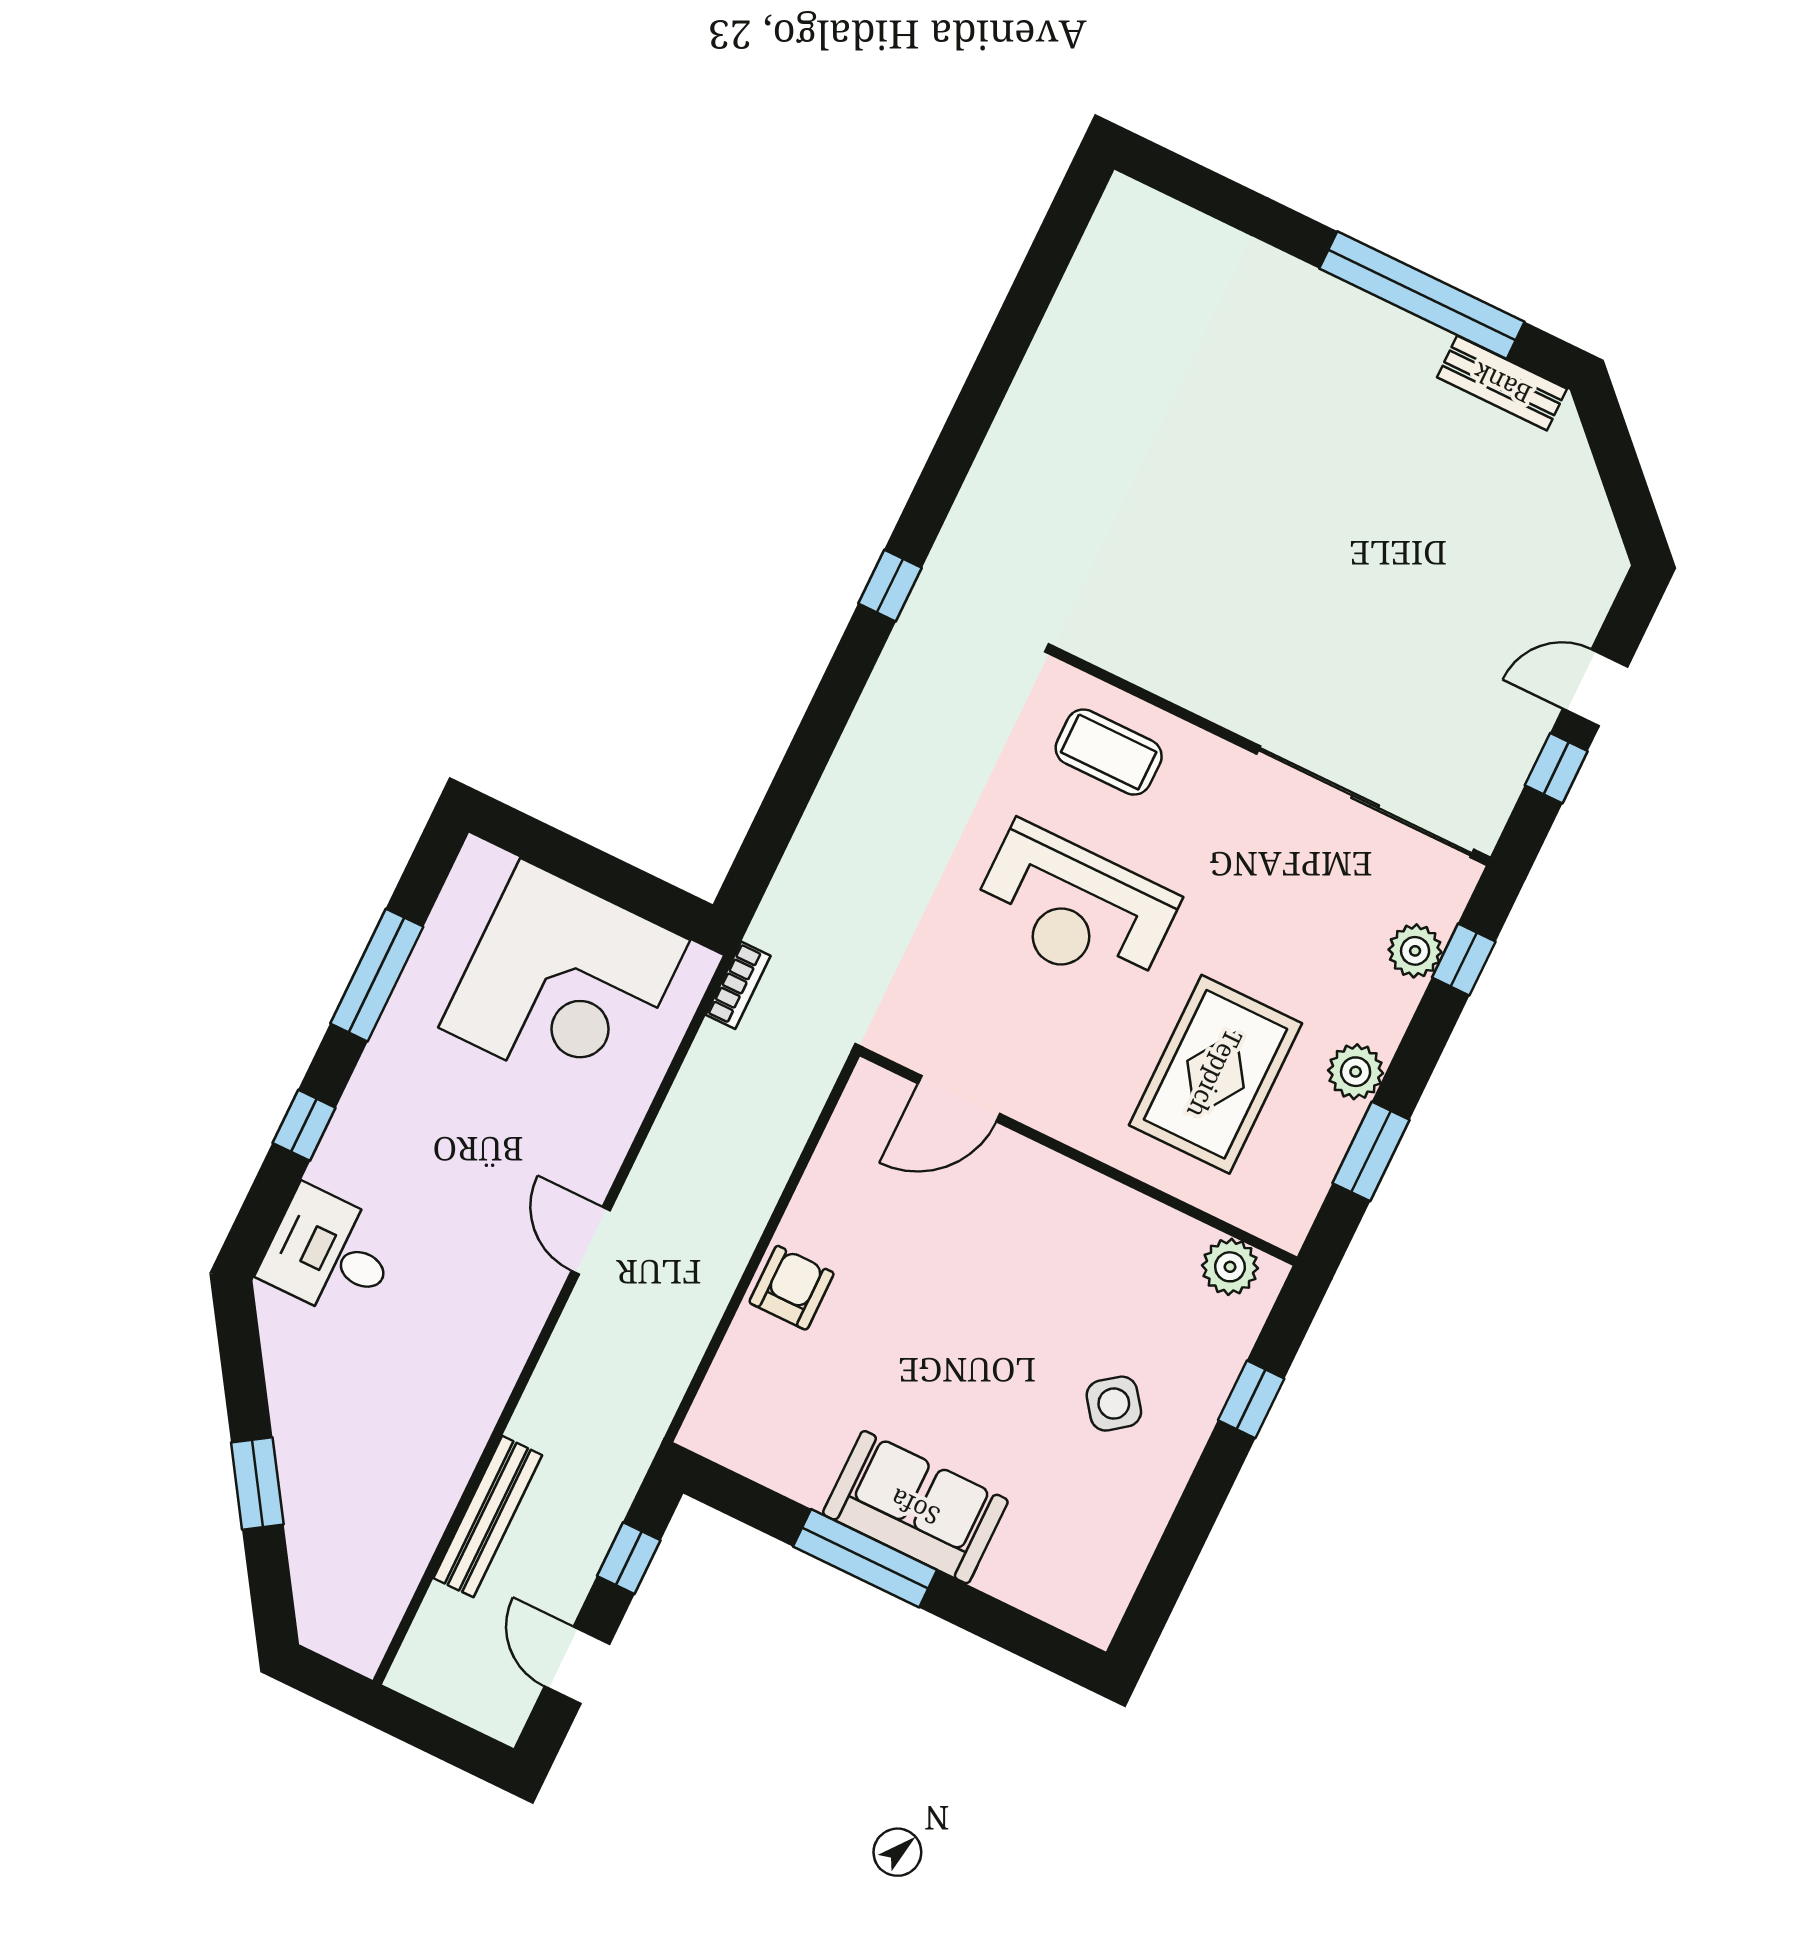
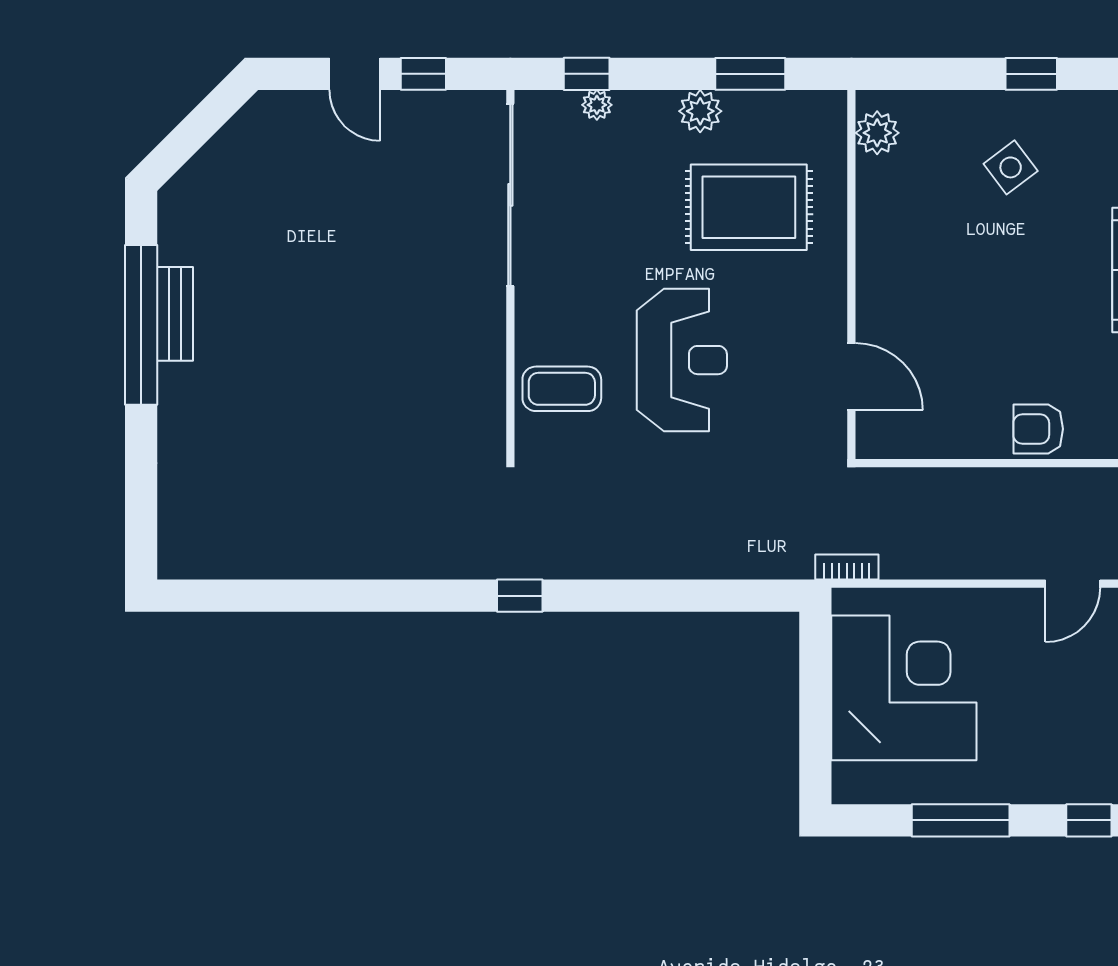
bench: (1502, 383) -> (175, 314), moved
coffee table: (1109, 752) -> (562, 389), turned 90
plant: (1415, 951) -> (597, 105), width x0.73, depth x0.73
window: (1251, 1399) -> (1031, 74), moved

